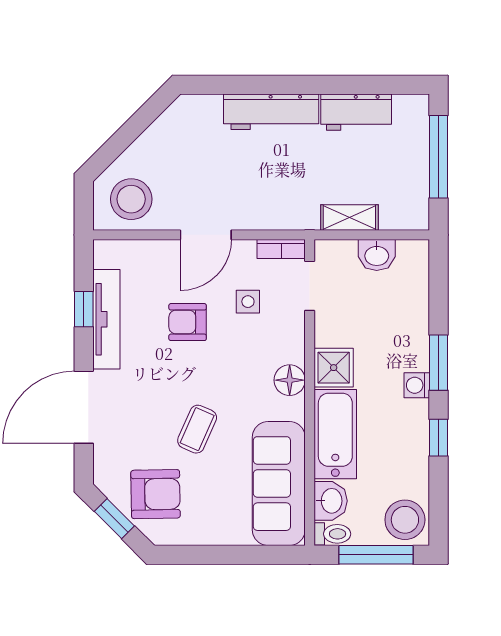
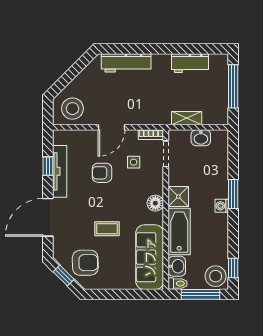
workbench: (271, 112) -> (126, 63), moved
coffee table: (197, 429) -> (107, 229), turned 66
window: (439, 438) -> (233, 268), moved

